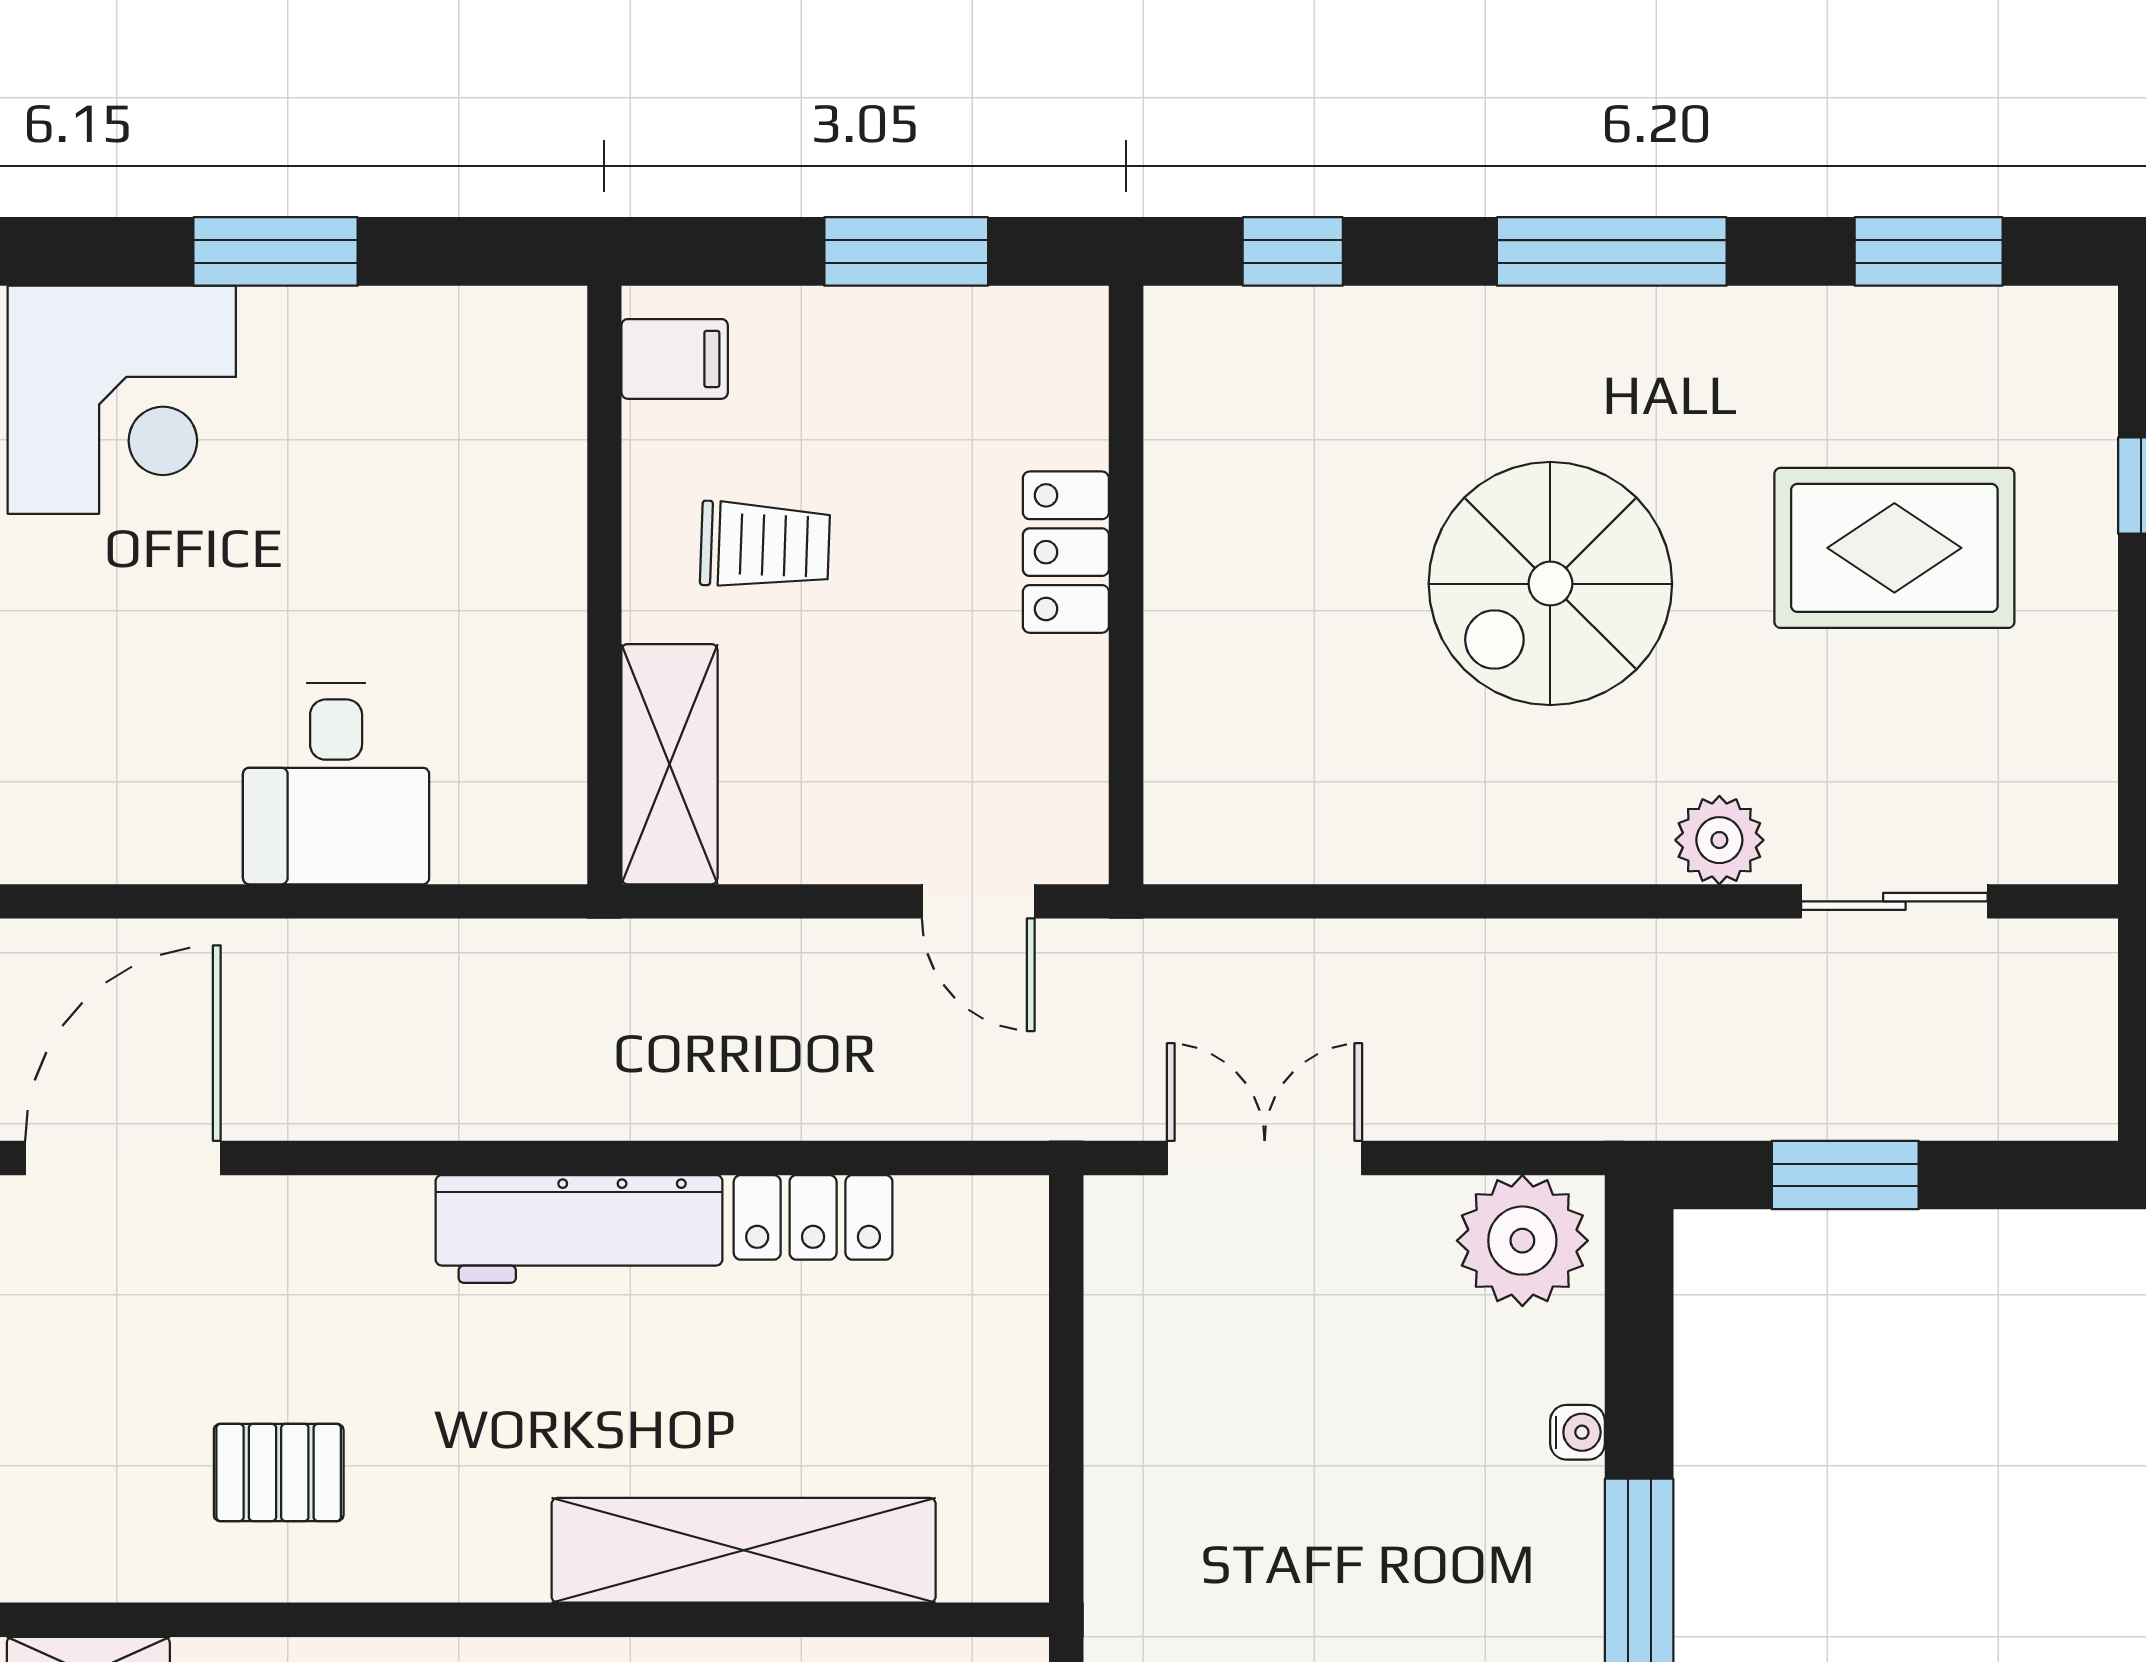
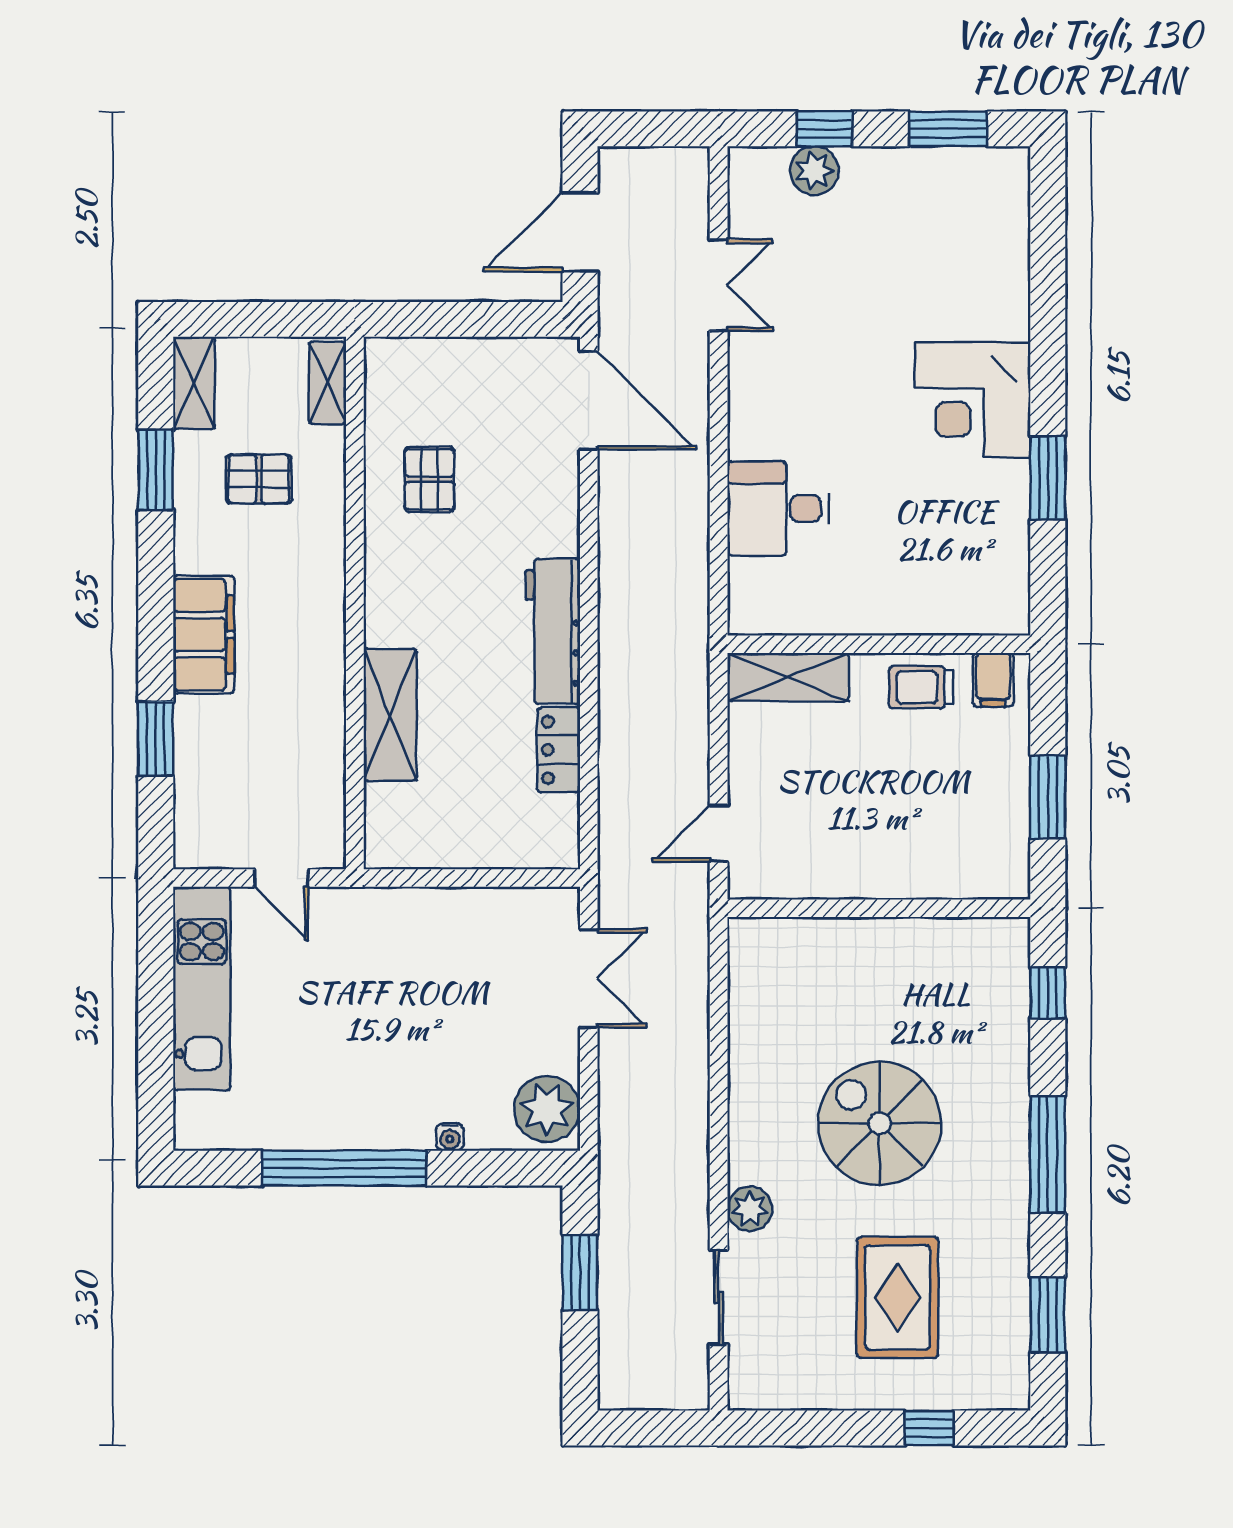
trolley: (765, 545) -> (921, 687), moved, turned 88
locker: (1066, 552) -> (895, 878), removed
shelving: (744, 1550) -> (390, 715), width x0.68

